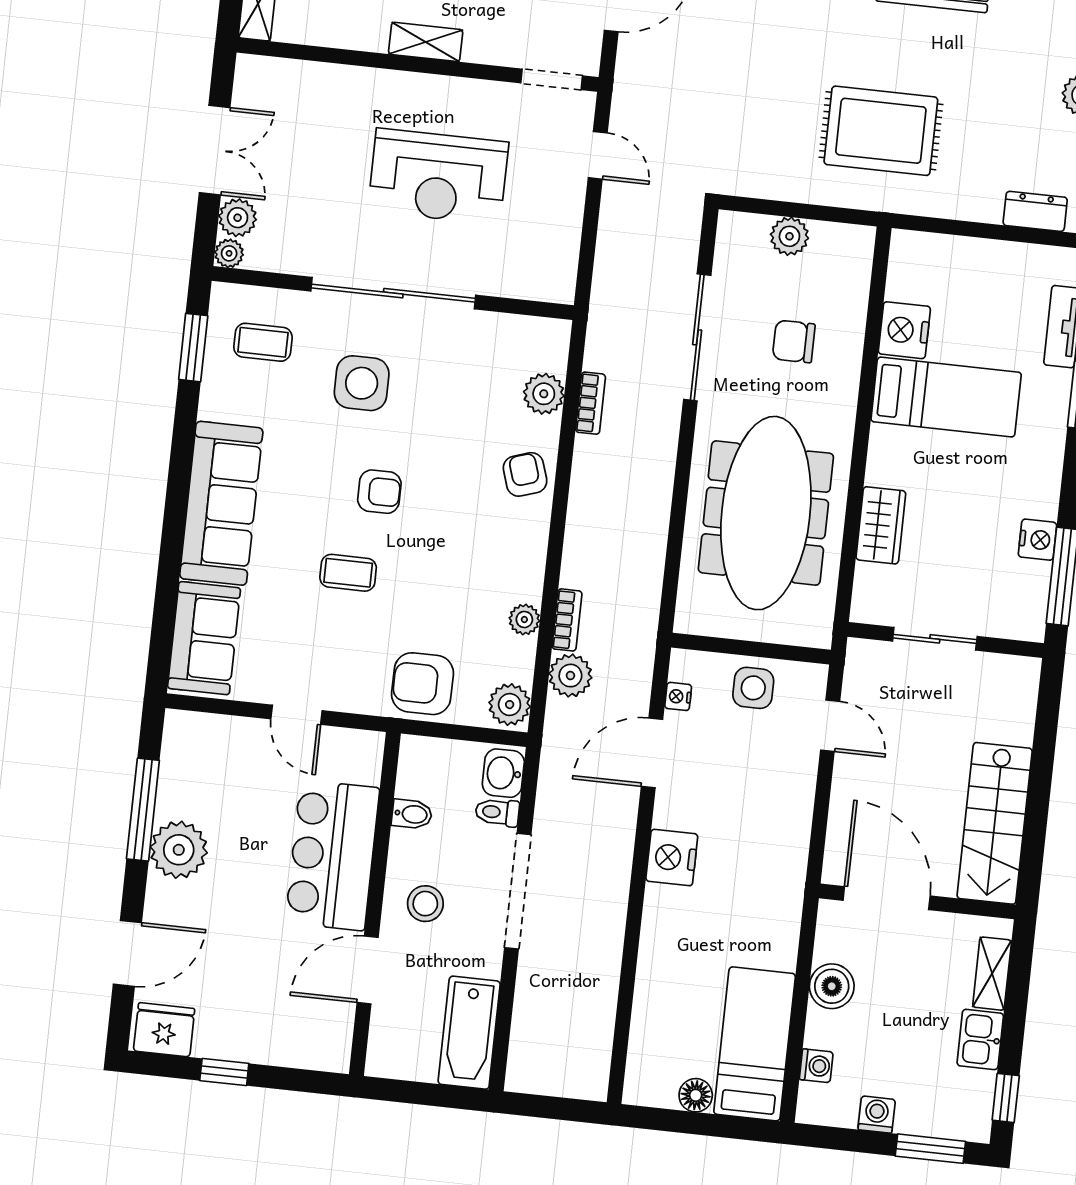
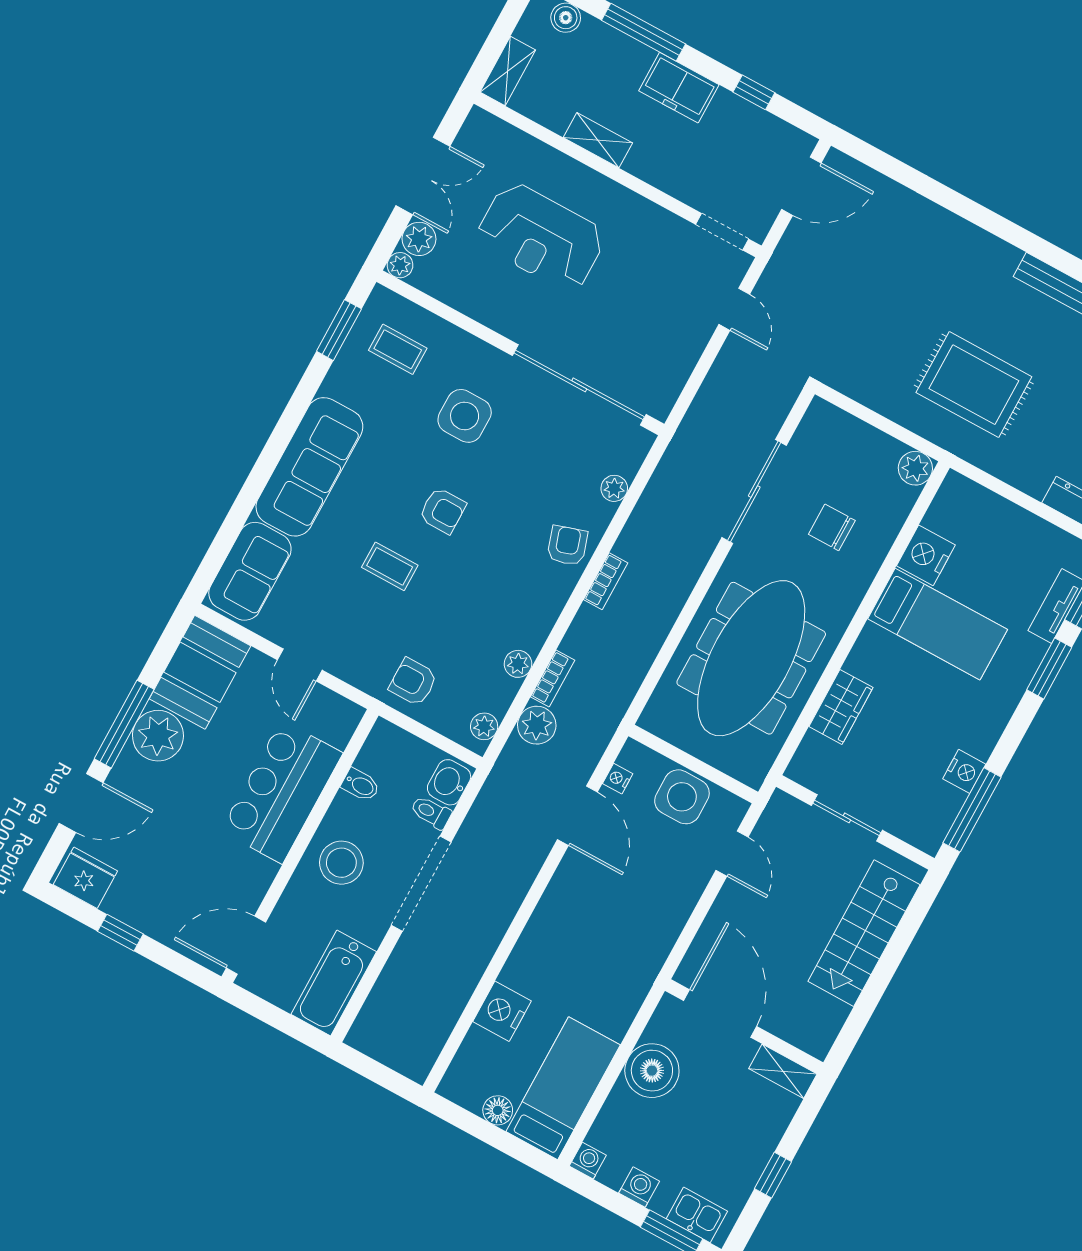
shelving: (426, 42) -> (598, 140), moved
reception desk: (438, 177) -> (541, 237), moved
plant: (789, 236) -> (915, 468), moved
sliding door: (393, 293) -> (579, 385), moved
plant: (544, 394) -> (614, 488), width x0.73, depth x0.73
bookcase: (590, 403) -> (606, 581), moved
armchair: (422, 684) -> (413, 682), width x0.72, depth x0.72
side table: (753, 688) -> (682, 797), width x1.37, depth x1.37
plant: (510, 705) -> (484, 726), width x0.73, depth x0.73
door: (652, 753) -> (577, 816), swing flipped
booth: (195, 765) -> (200, 672), added
window: (143, 810) -> (124, 724), moved
stairs: (995, 823) -> (864, 933), moved
nightstand: (672, 858) -> (502, 1011), moved
stool: (425, 904) -> (341, 863), width x1.38, depth x1.38
door: (368, 970) -> (246, 945), moved
shelving: (992, 974) -> (783, 1071), moved, turned 90
boiler: (832, 986) -> (652, 1071), width x1.37, depth x1.37
kitchen sink: (980, 1039) -> (697, 1215), moved, turned 90
washing machine: (816, 1066) -> (588, 1161), moved, turned -90
window: (1006, 1098) -> (773, 1175), moved

